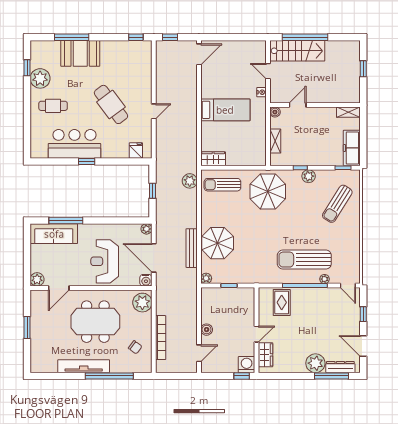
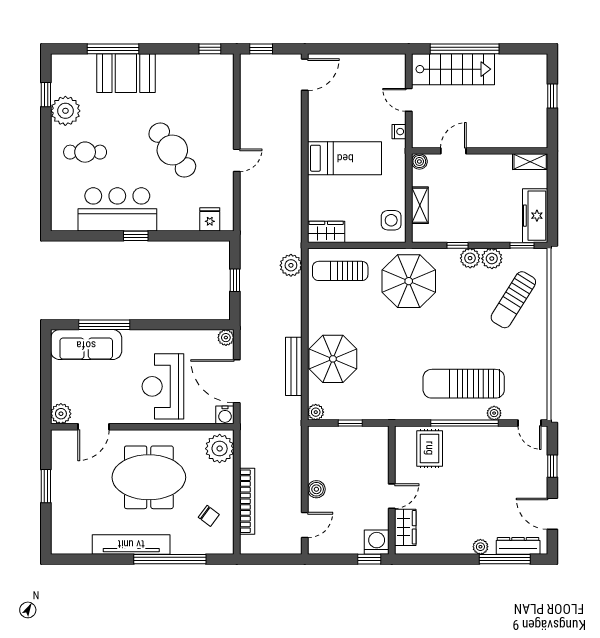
side table: (256, 151) -> (391, 220), added
plant: (323, 176) -> (492, 259), added
plant: (315, 363) -> (480, 547), width x0.53, depth x0.53

